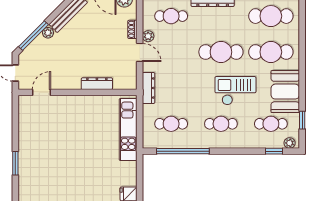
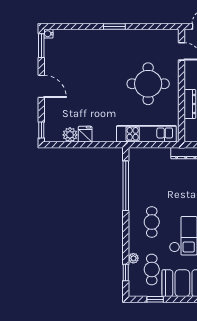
cafe table: (171, 124) -> (152, 175), removed
round table: (76, 128) -> (148, 84), added
plant: (290, 143) -> (133, 258), moved

